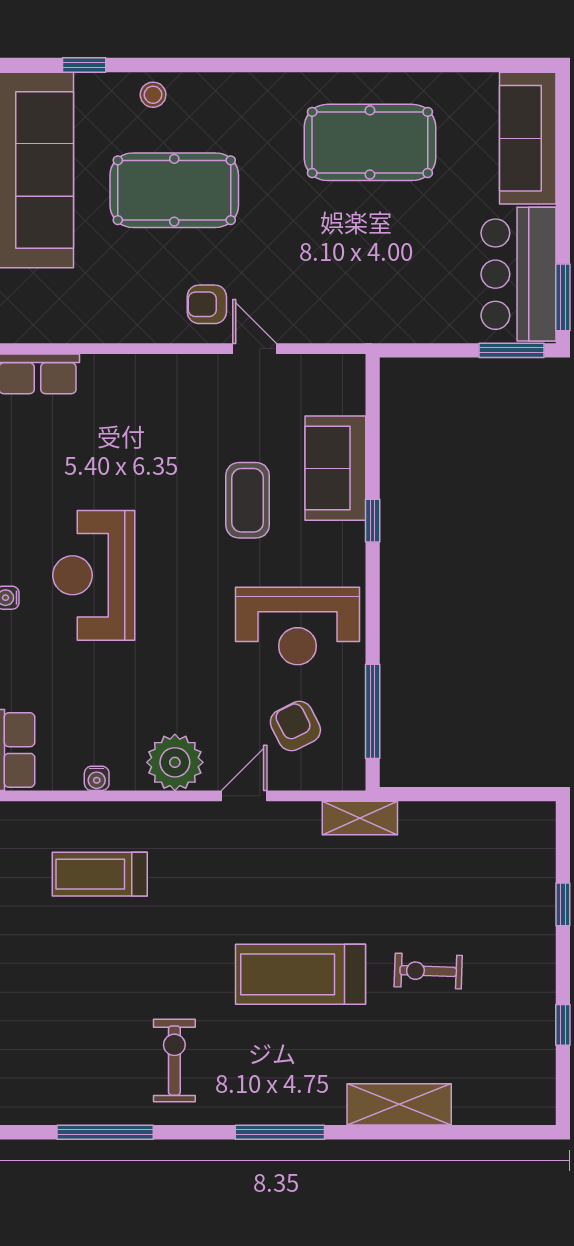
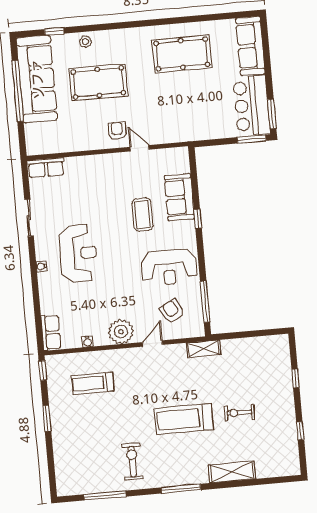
armchair: (207, 304) -> (117, 131), turned 90
reception desk: (94, 575) -> (78, 253), turned 180

